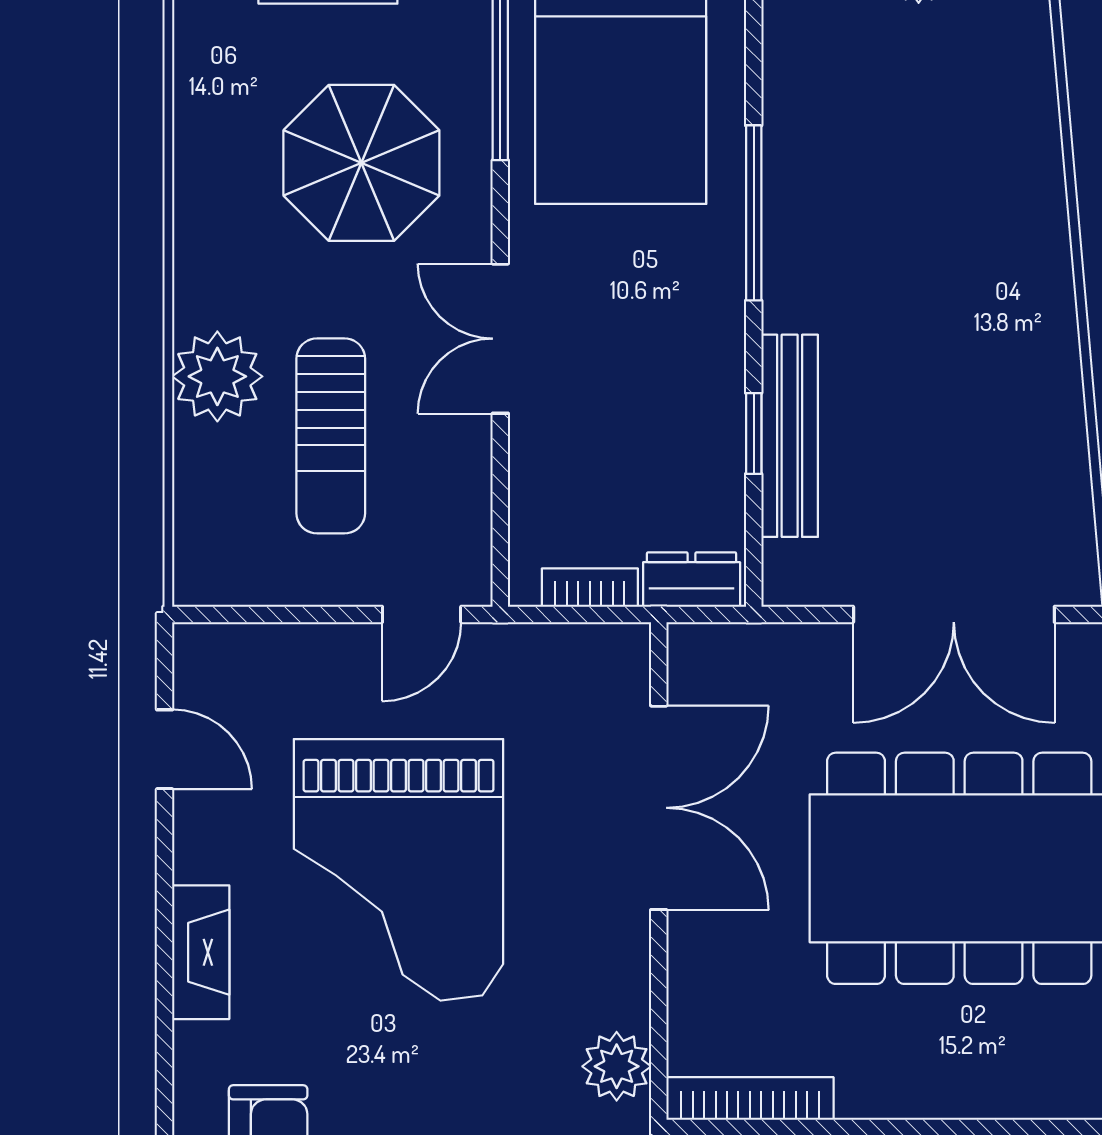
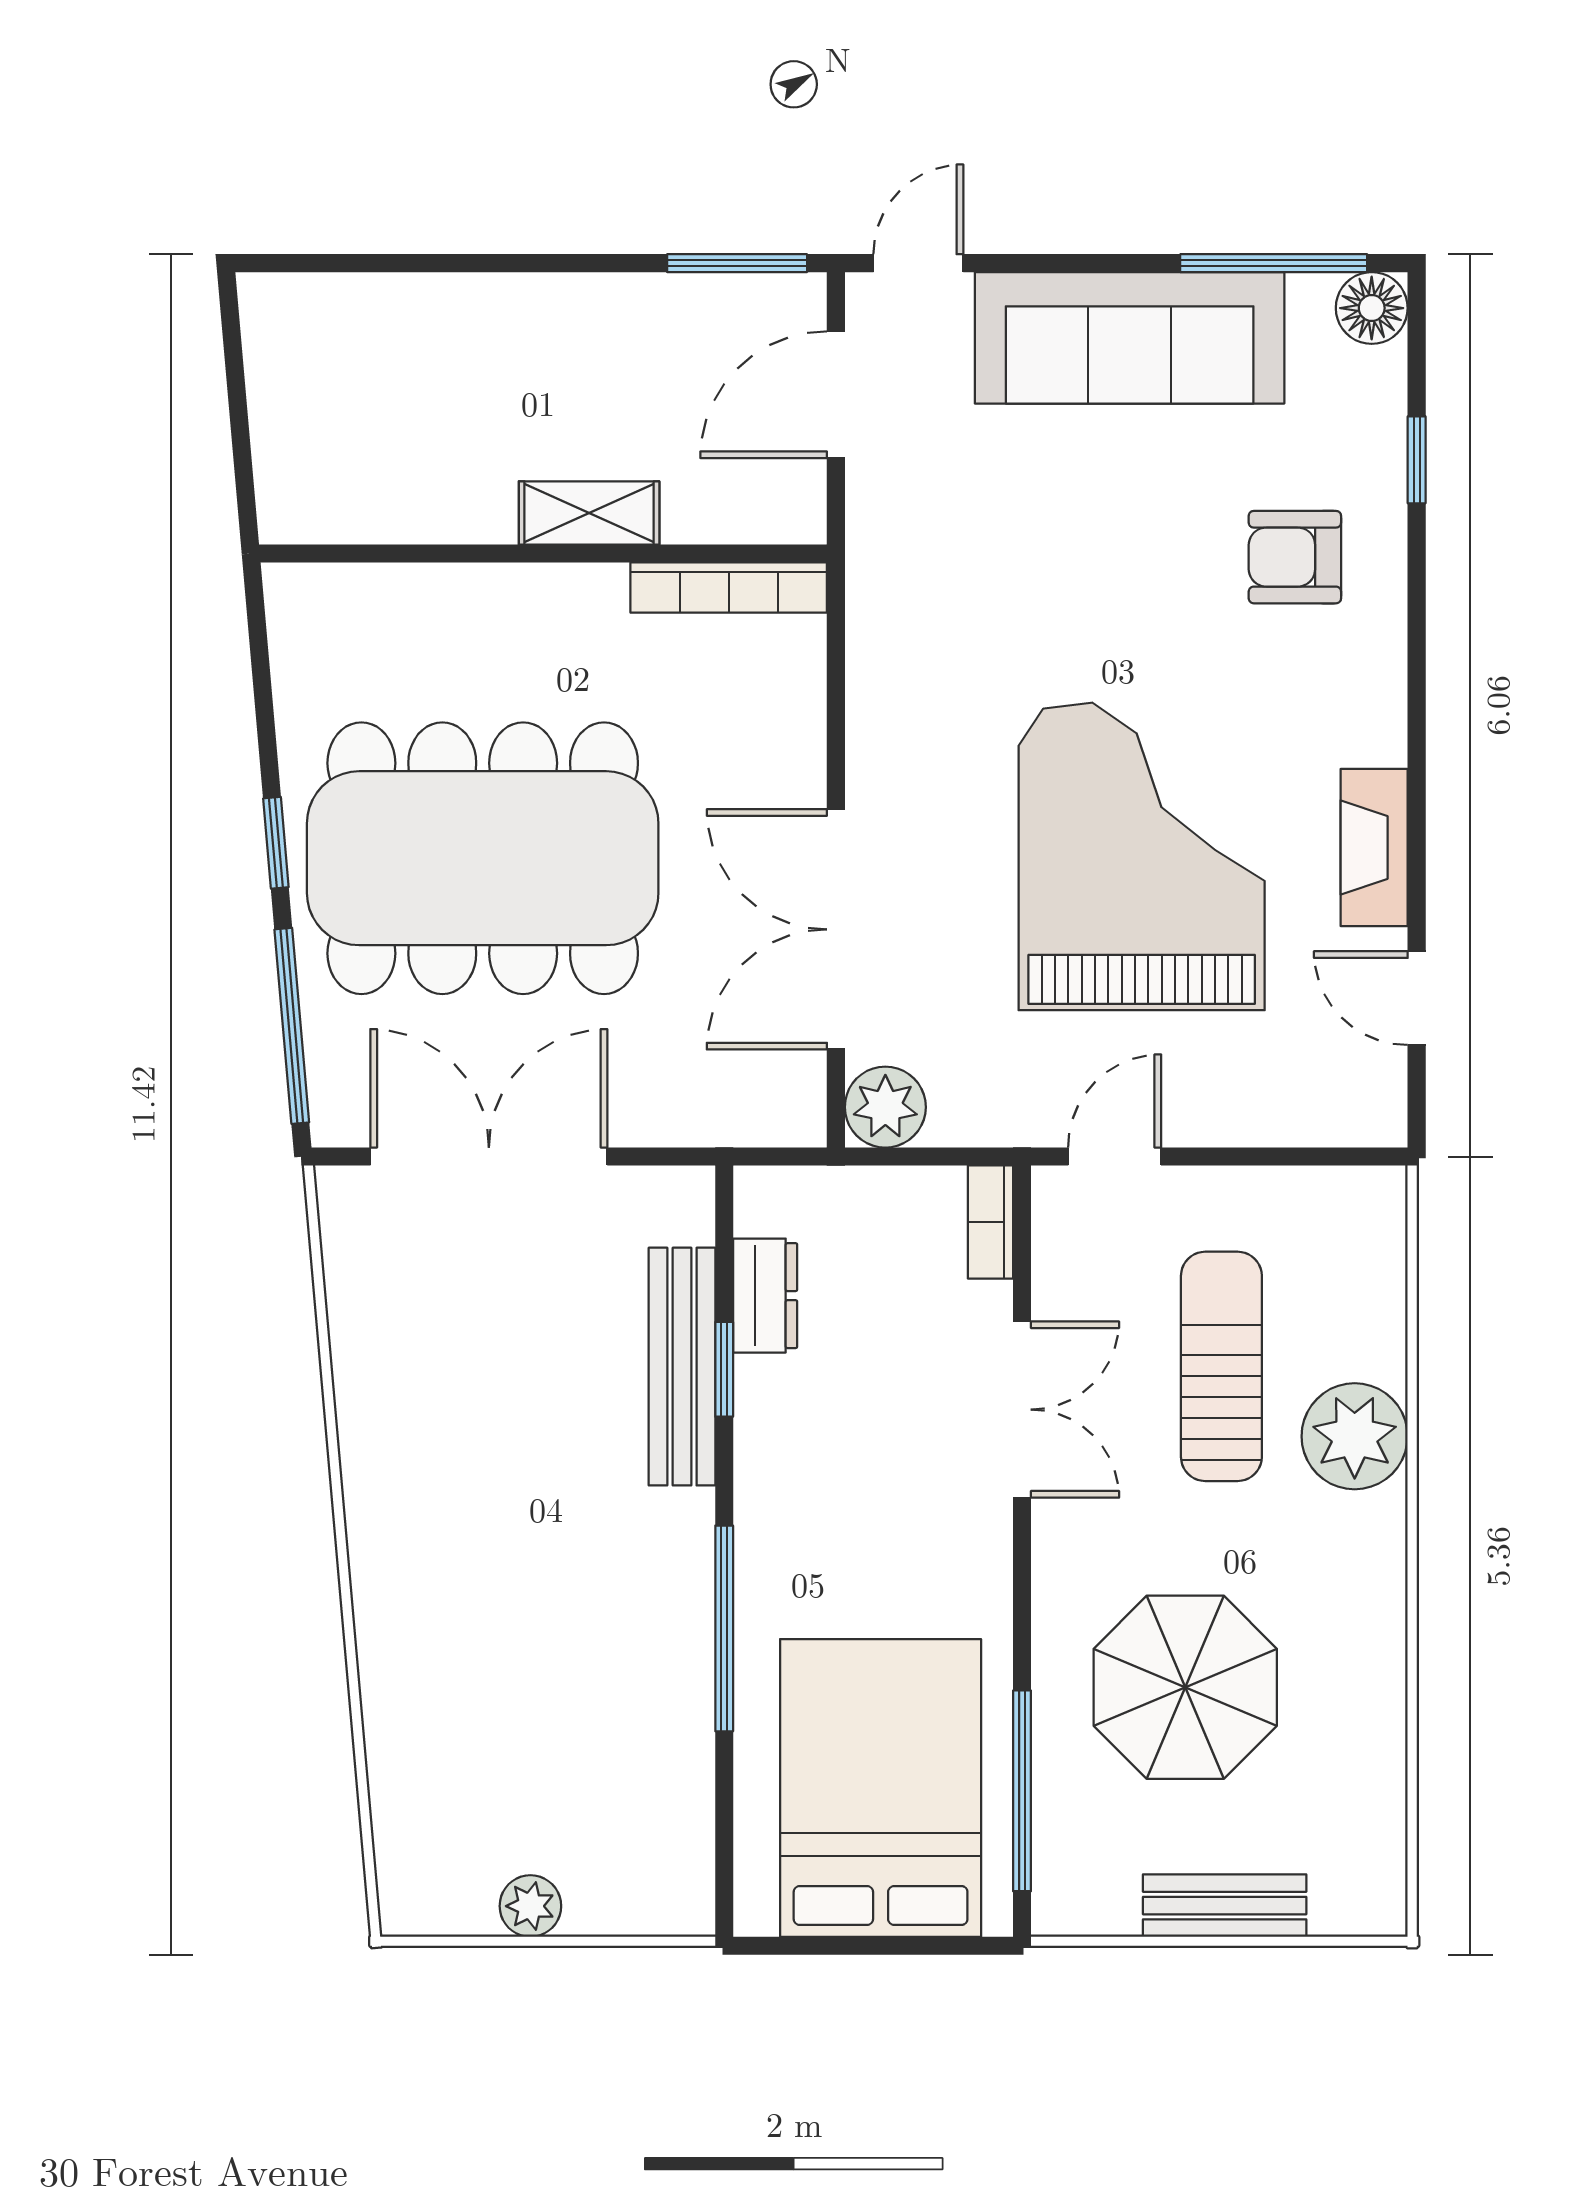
double door: (500, 339) -> (1022, 1410), moved
dresser: (692, 580) -> (765, 1296), moved, turned -90
bookcase: (590, 588) -> (990, 1222), moved, turned 90
fireplace: (201, 952) -> (1374, 847), moved
plant: (617, 1066) -> (885, 1107), moved

